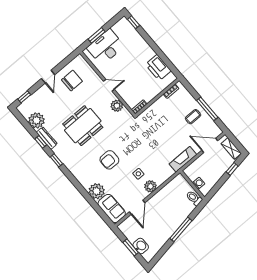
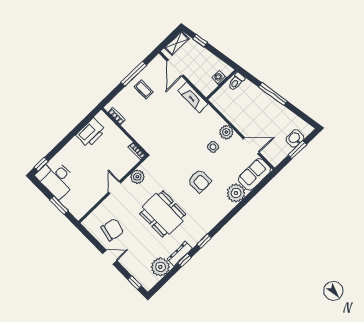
desk: (106, 47) -> (56, 178), moved
chair: (72, 81) -> (112, 230), turned 103

